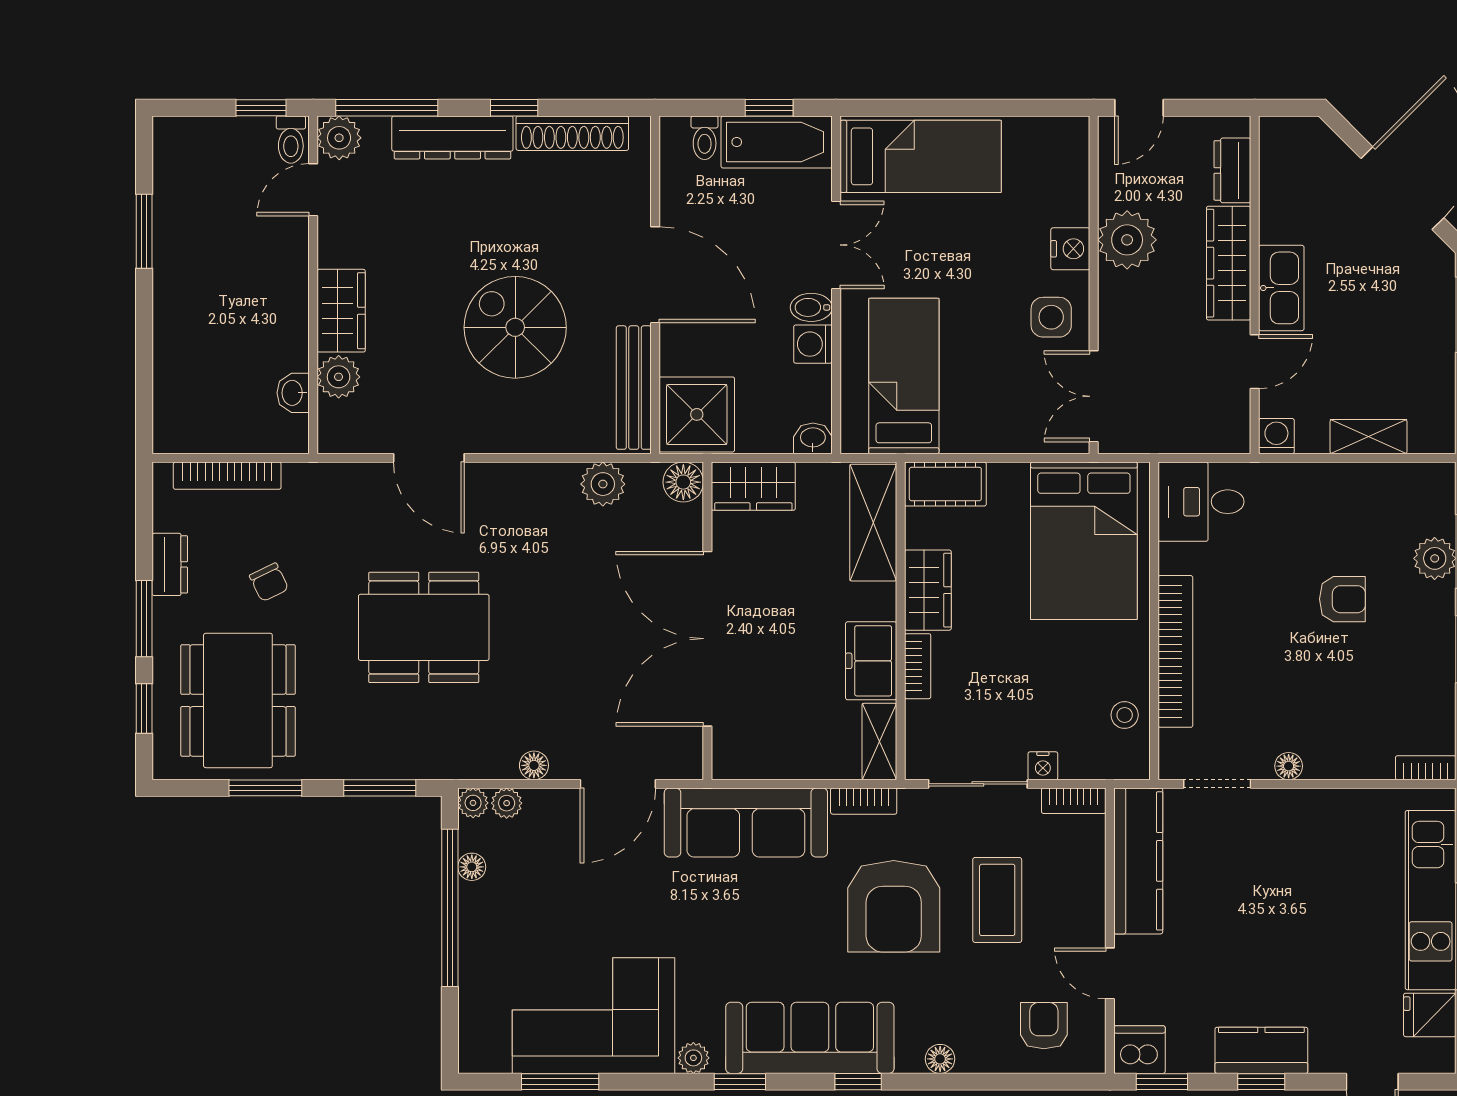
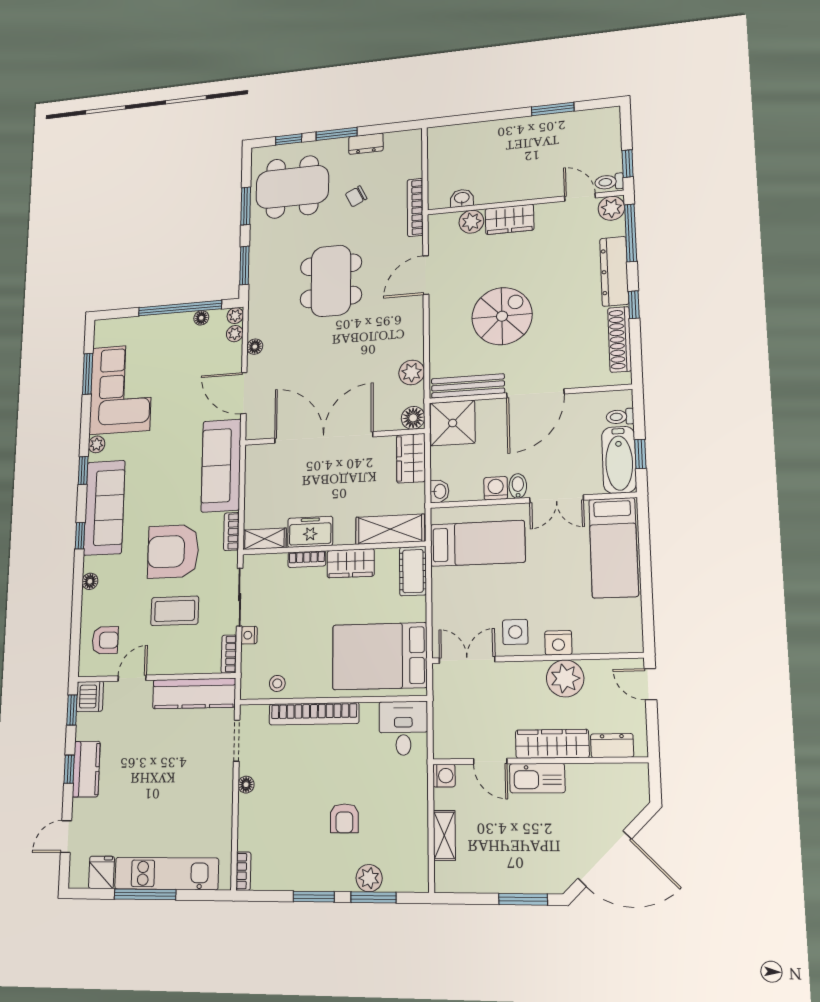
bookcase: (227, 476) -> (415, 207), moved

